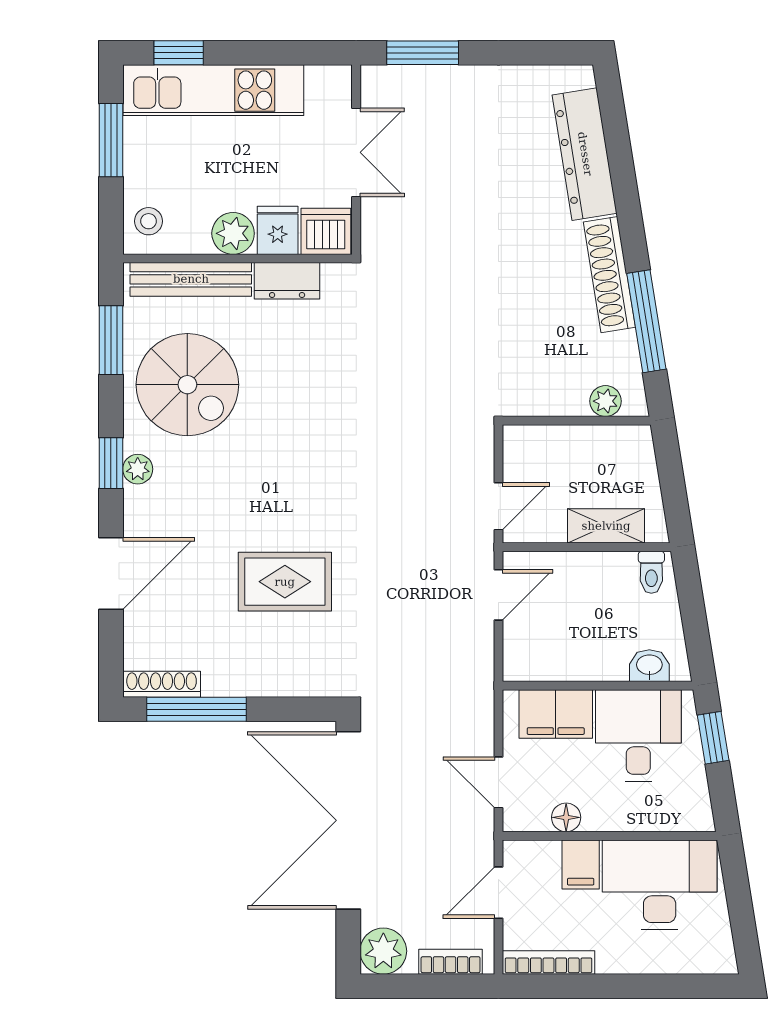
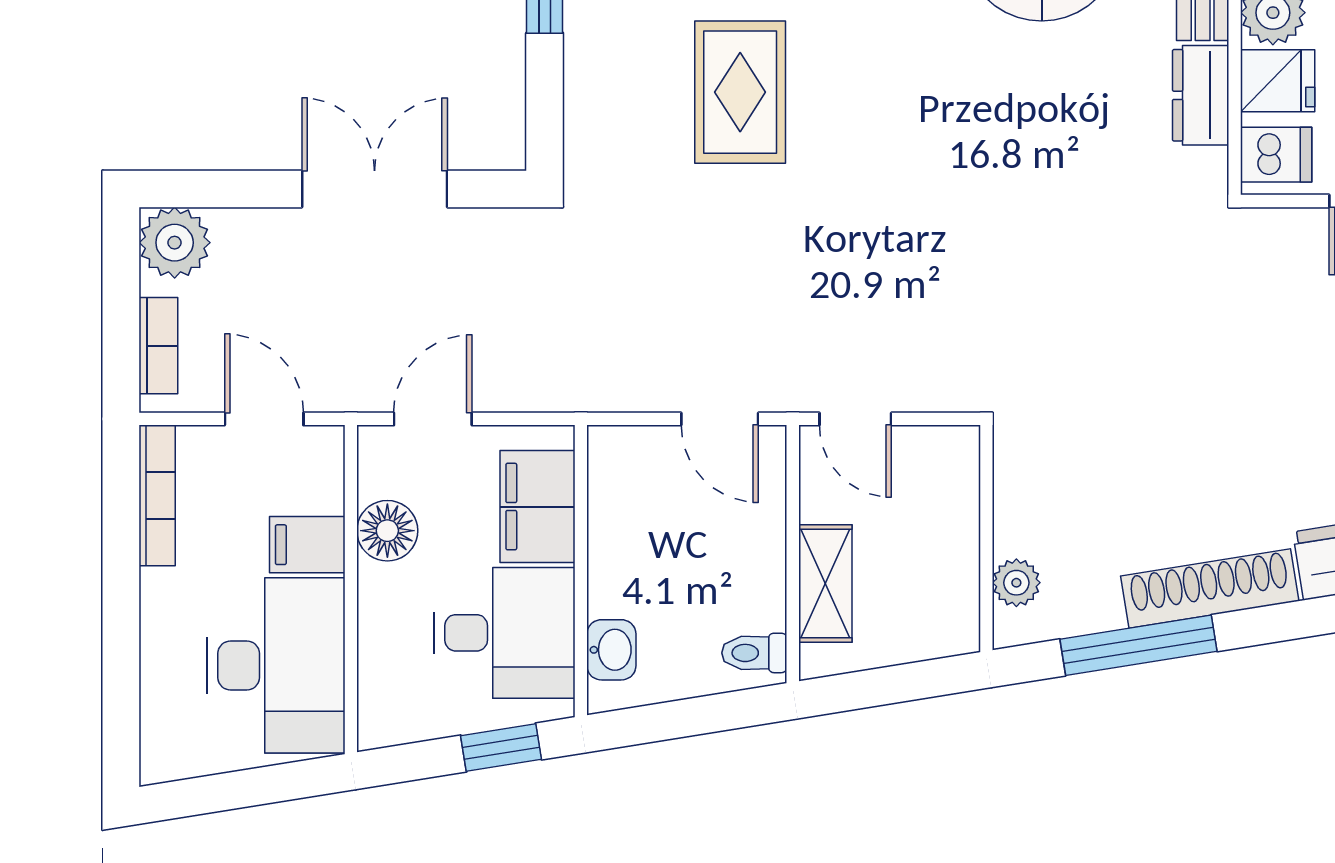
dishwasher: (326, 231) -> (1276, 155), width x0.73
floor lamp: (566, 817) -> (387, 531), width x1.37, depth x1.37
double door: (348, 820) -> (375, 189), width x0.54

